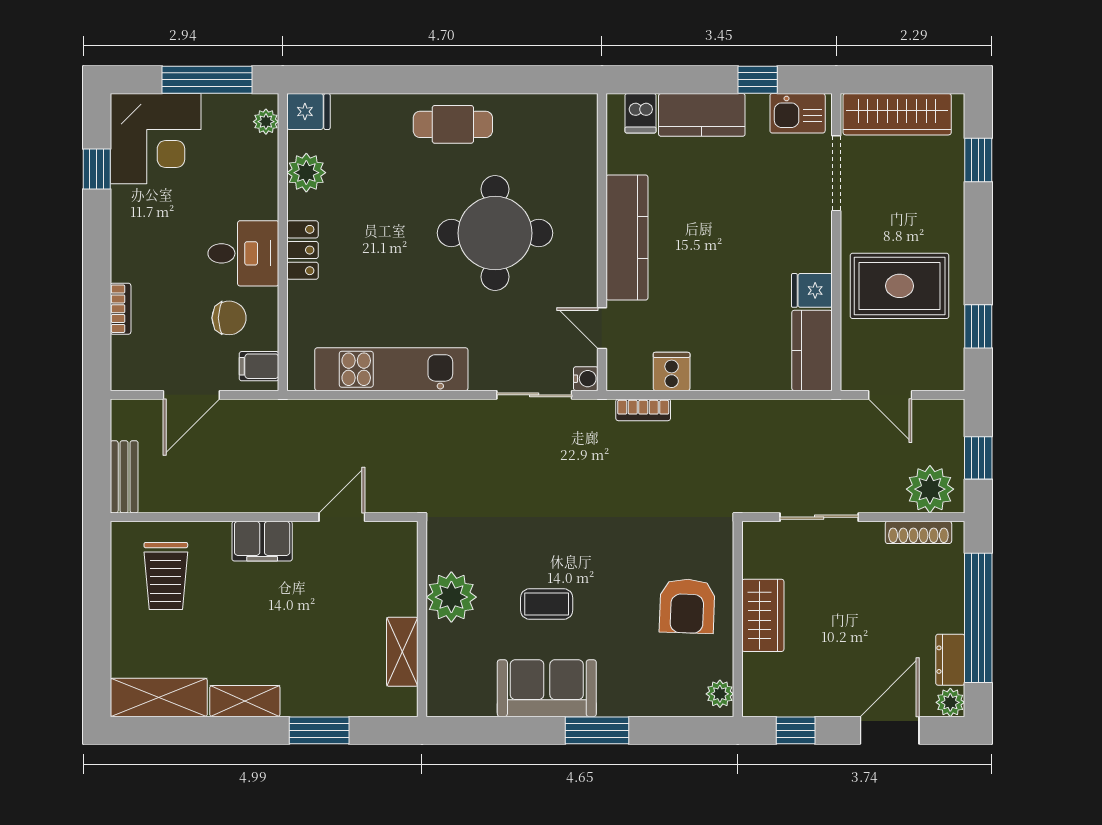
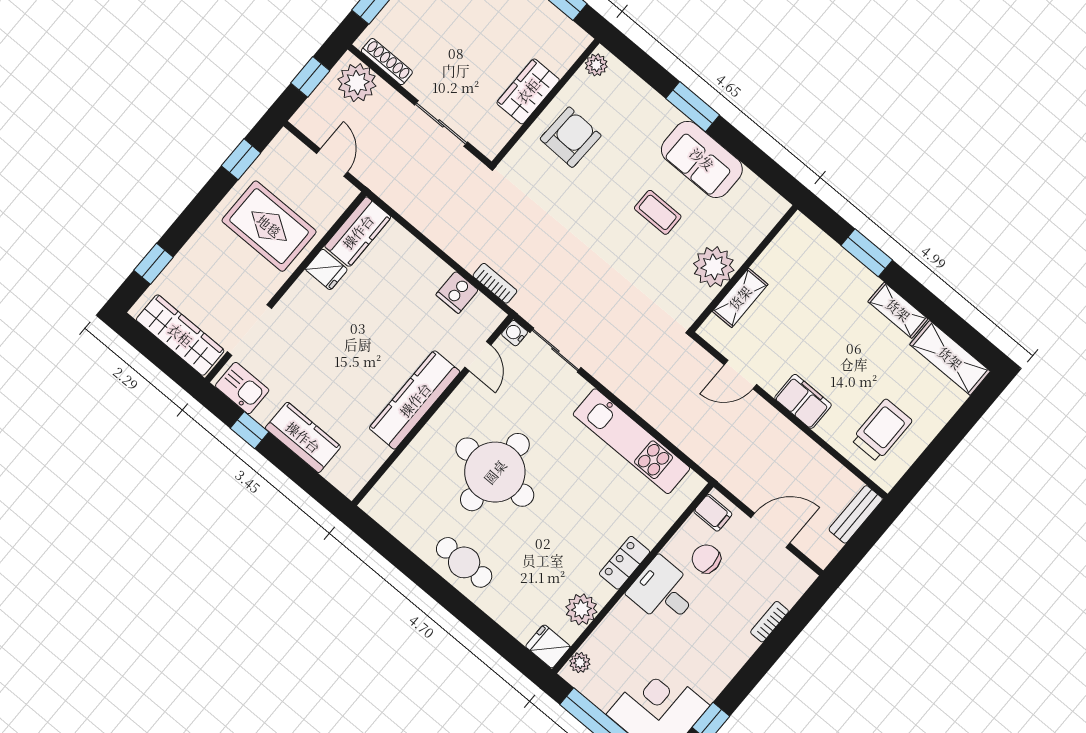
dishwasher: (641, 113) -> (341, 471), removed
shelving: (402, 652) -> (740, 298), moved

